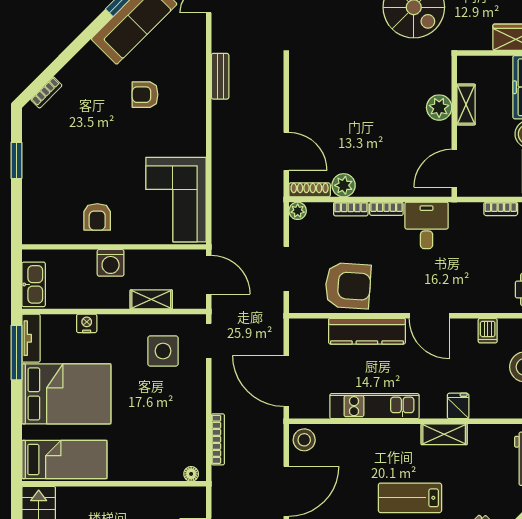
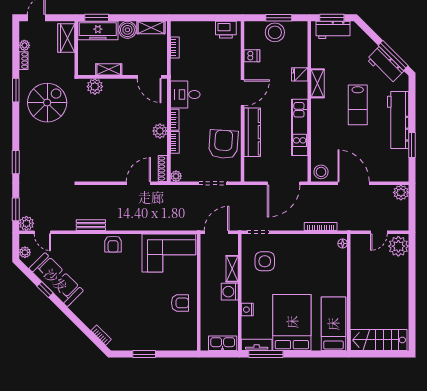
armchair: (145, 95) -> (113, 244), moved
plant: (439, 108) -> (95, 87), moved
plant: (344, 185) -> (160, 131), moved
washing machine: (111, 263) -> (230, 292), moved, turned 180

